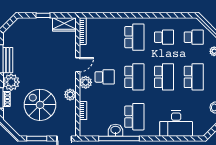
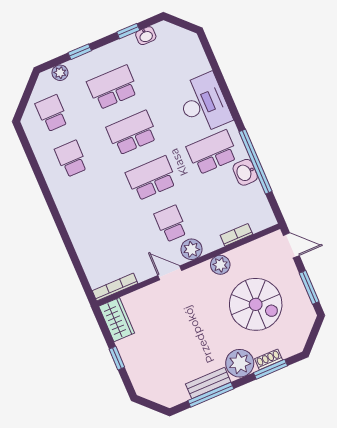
school desk: (134, 37) -> (91, 204), removed
spiral stairs: (40, 105) -> (256, 304), turned -90
desk: (176, 124) -> (204, 104), moved

